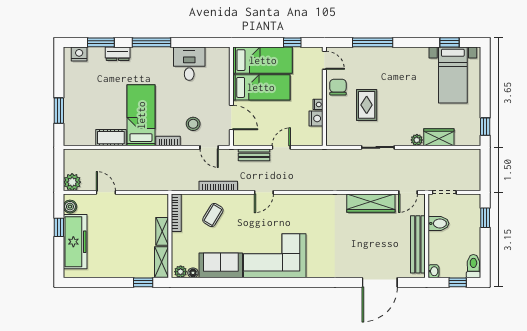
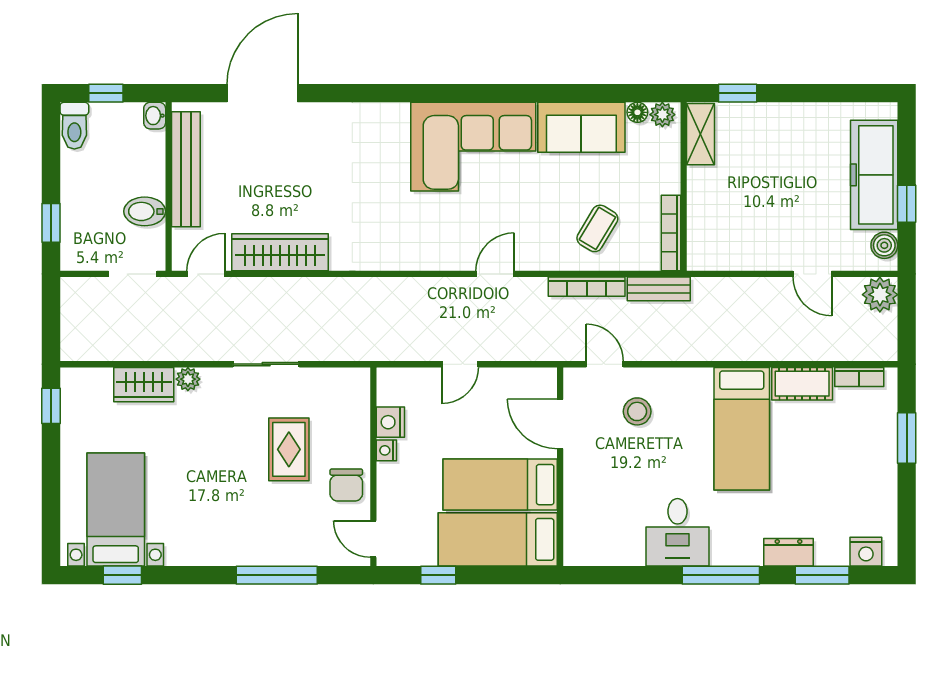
desk: (189, 64) -> (678, 532), moved
bookcase: (168, 141) -> (859, 377), moved
bench: (254, 155) -> (659, 289), moved
shelving: (162, 231) -> (699, 195), removed

